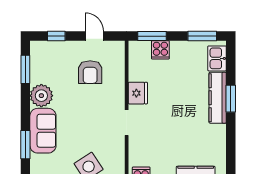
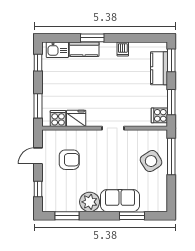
window: (202, 36) -> (38, 63), width x0.67
cooker: (160, 50) -> (58, 118), moved, turned -90
fridge: (138, 93) -> (76, 118), moved
kitchen counter: (218, 98) -> (84, 49), width x0.67
dishwasher: (218, 134) -> (123, 49), added

